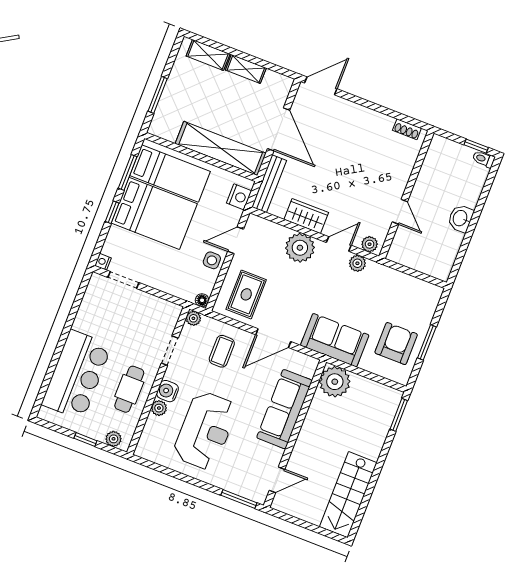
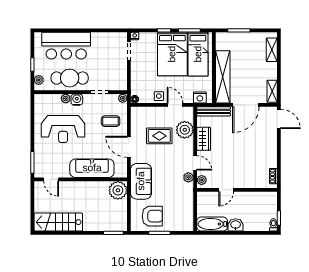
shelving: (246, 69) -> (272, 91), moved
plant: (300, 248) -> (185, 130), moved
bathtub: (445, 255) -> (212, 224), added
rug: (246, 294) -> (159, 136), moved
cafe table: (129, 389) -> (70, 78), width x1.37, depth x1.35

